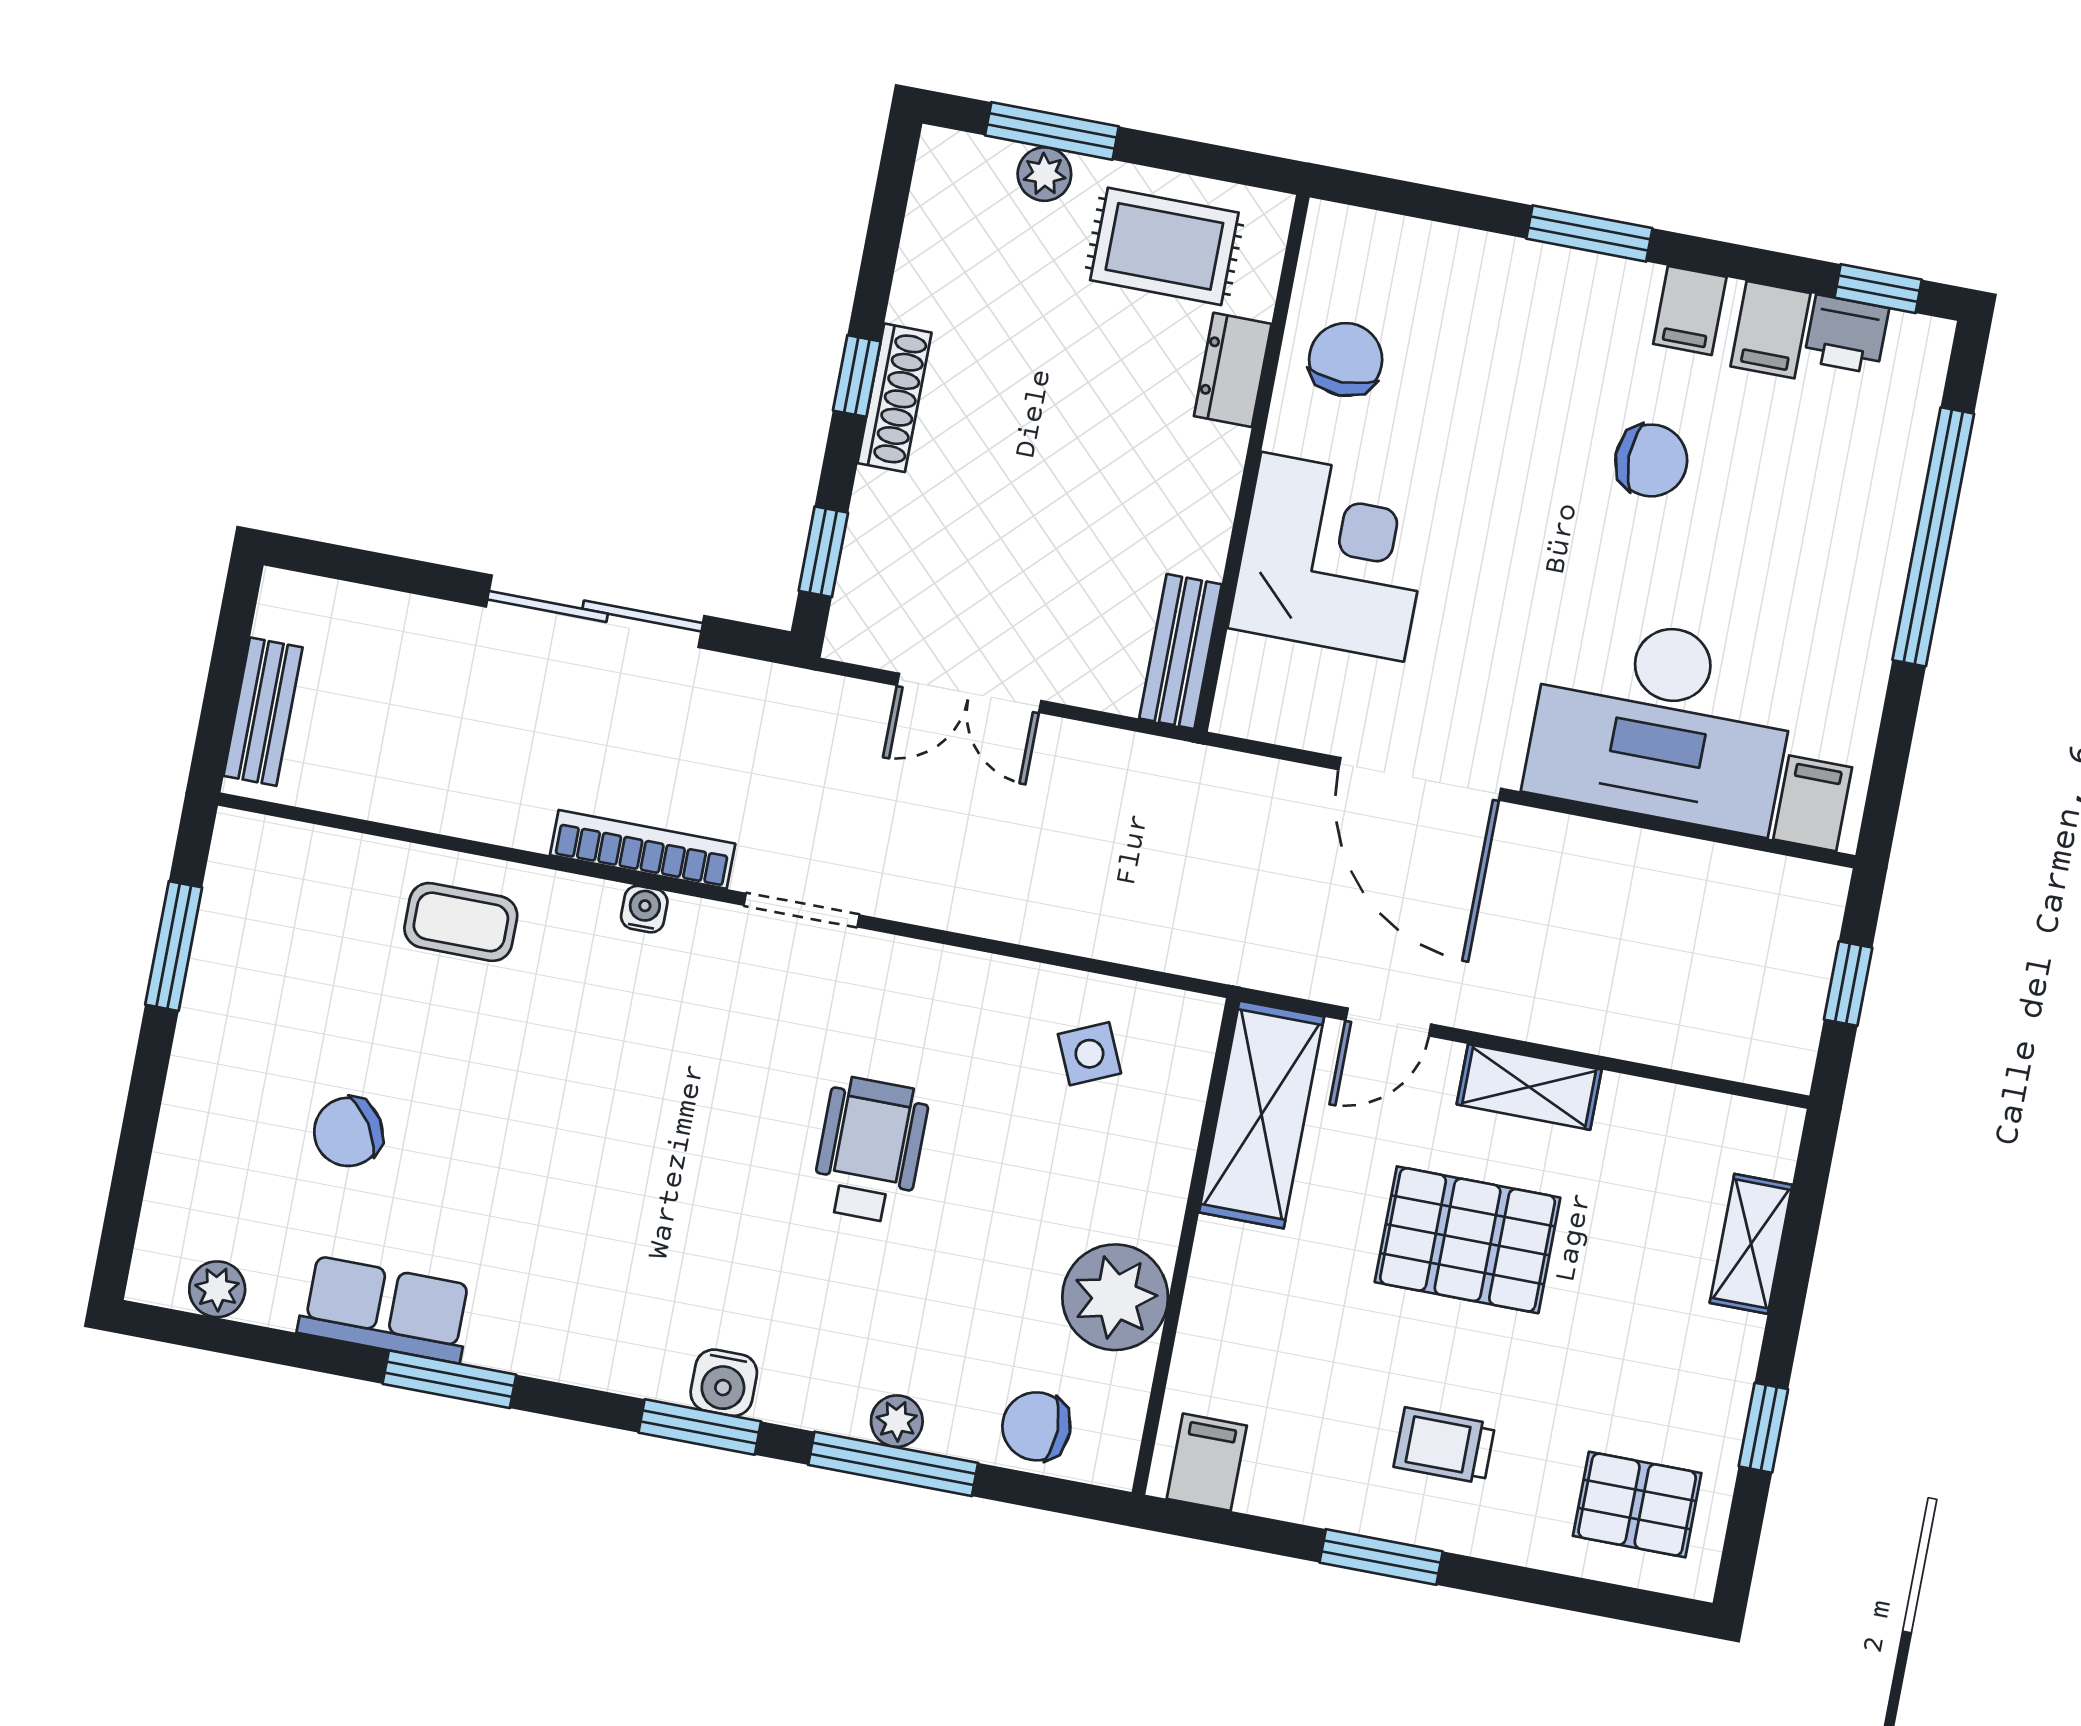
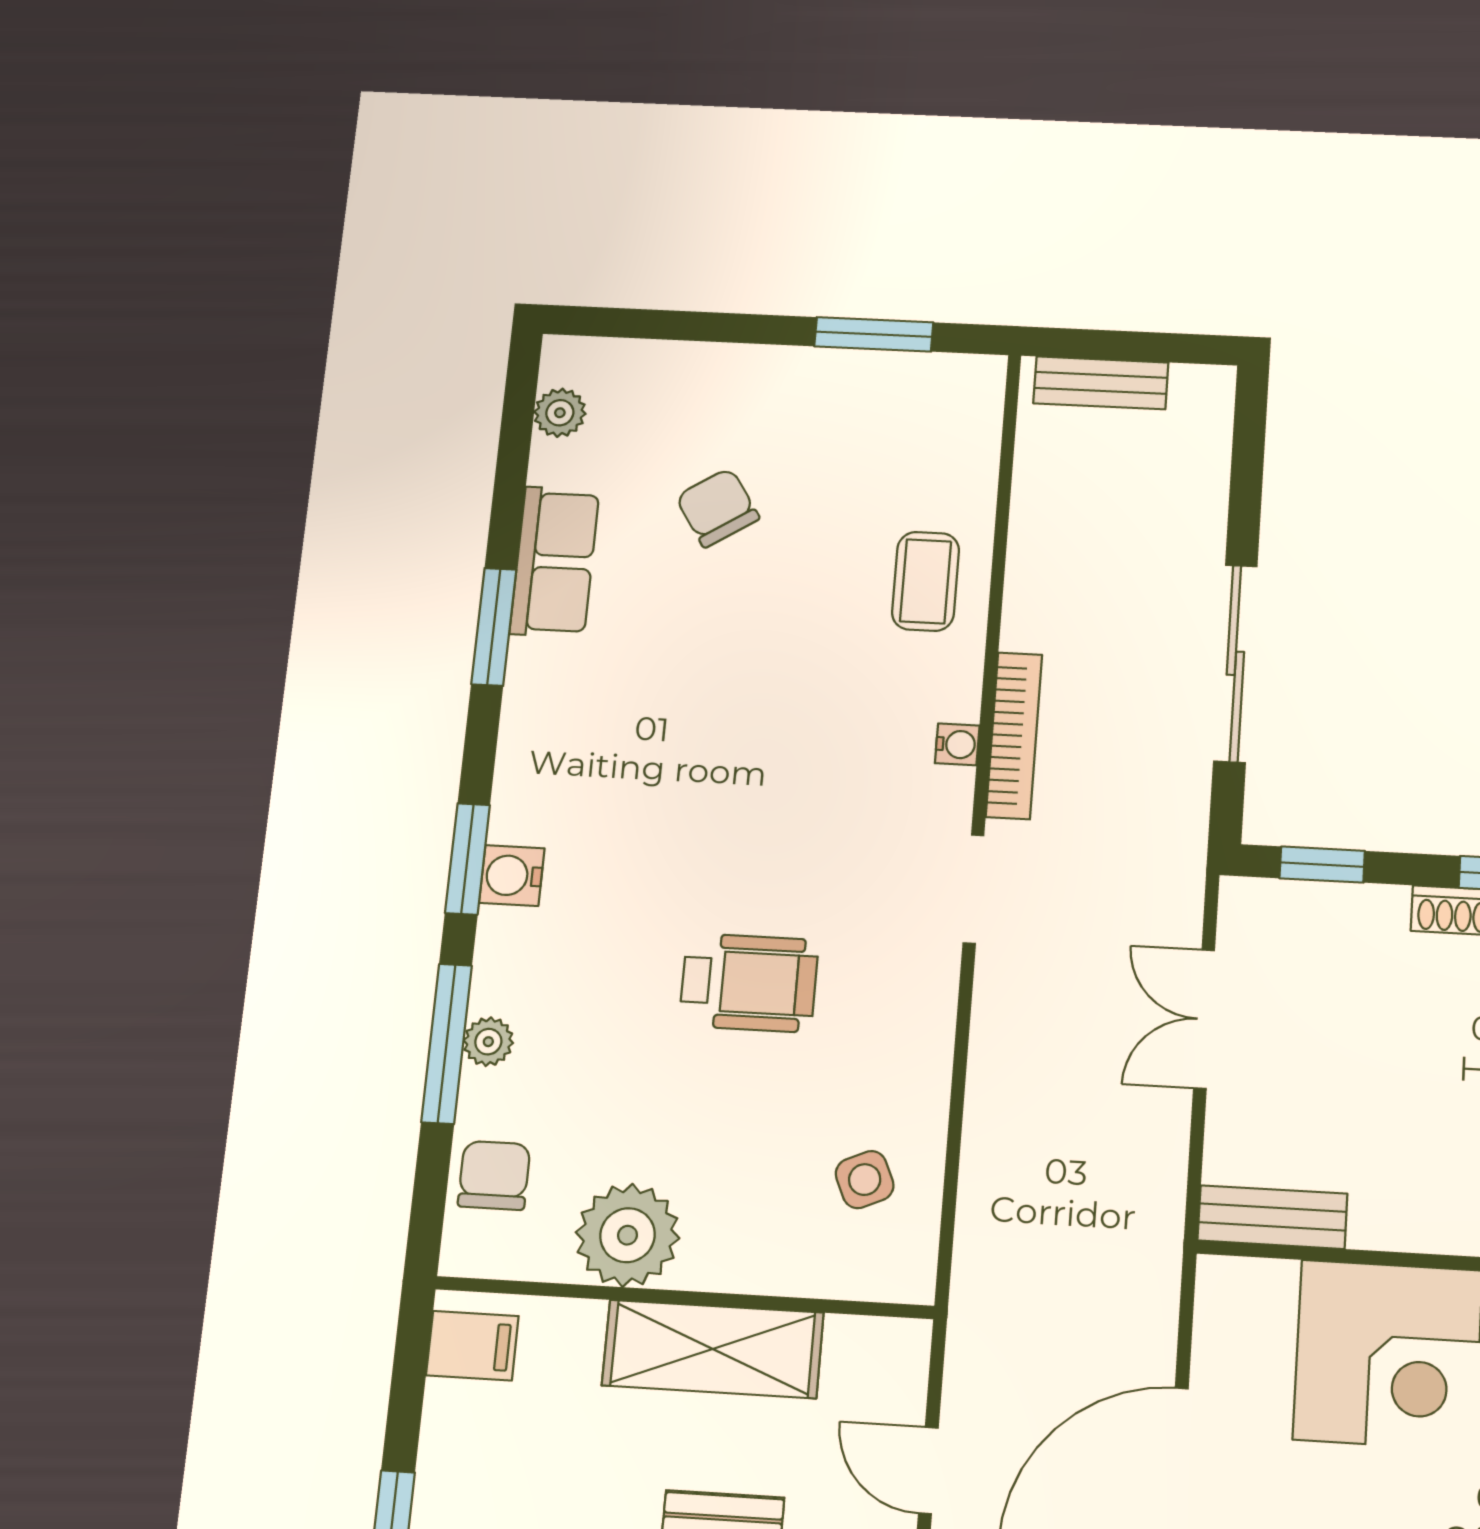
shelving: (1262, 1114) -> (713, 1349), moved

